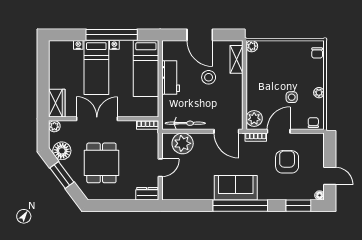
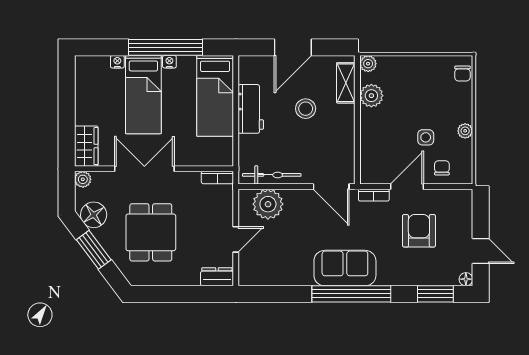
door: (200, 35) -> (293, 47), hinge flipped
plant: (254, 118) -> (371, 96), moved
chair: (313, 123) -> (442, 168), moved

